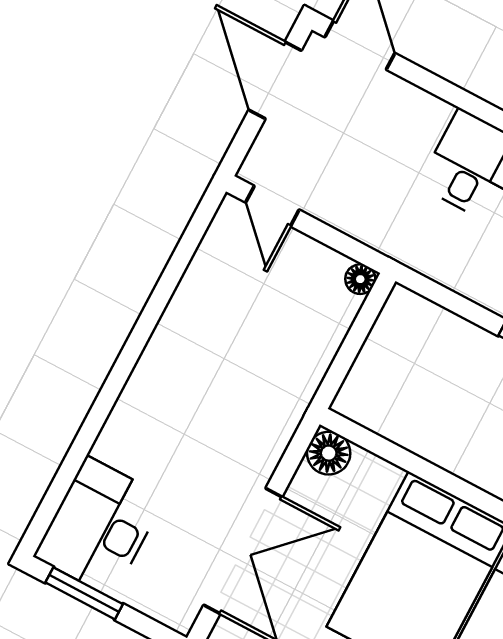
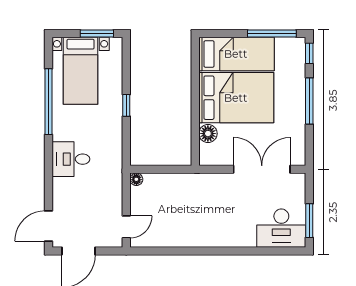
floor lamp: (329, 453) -> (208, 134), moved

